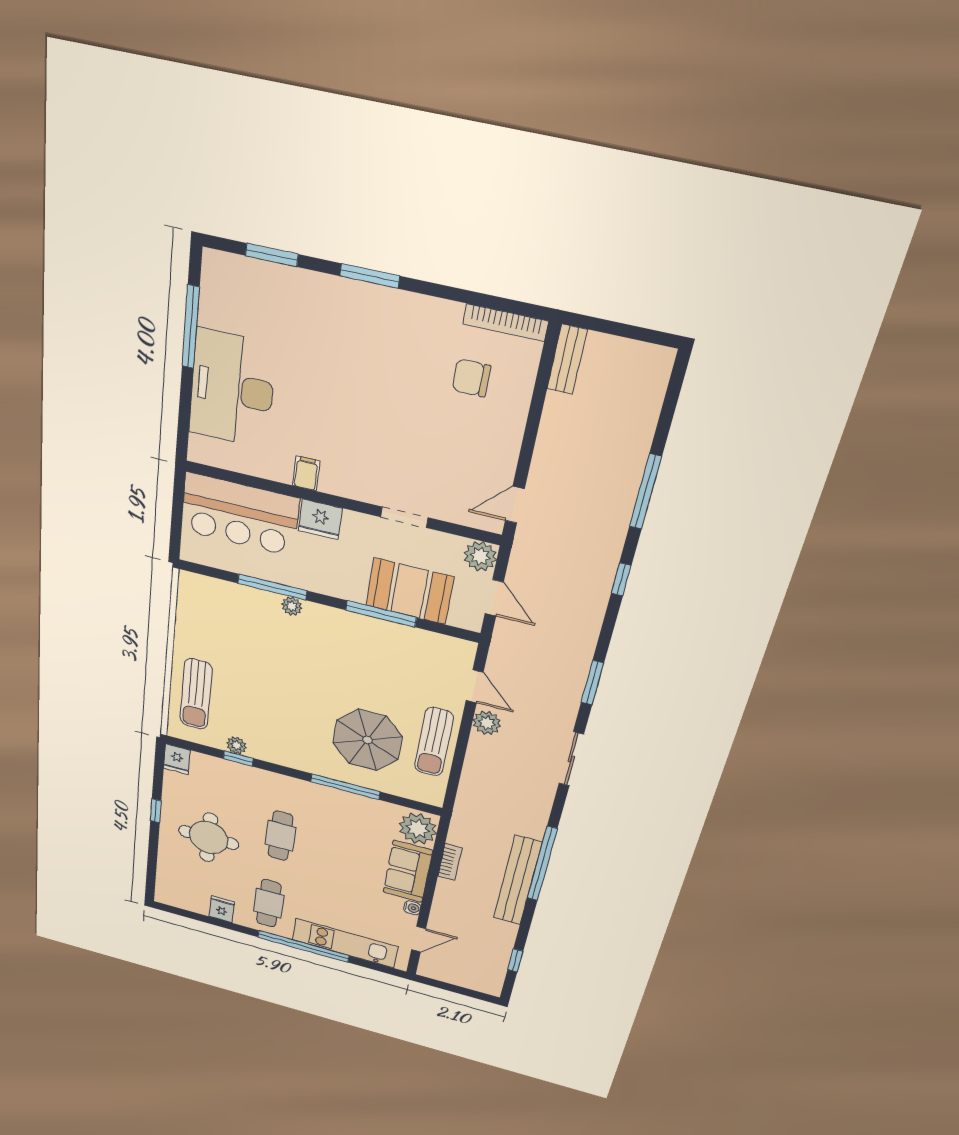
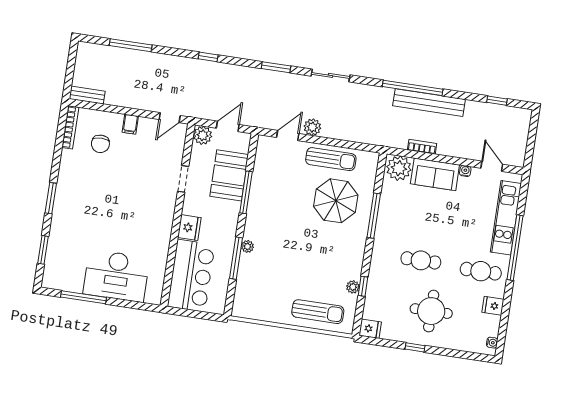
filing cabinet: (306, 473) -> (130, 124), moved, turned -90
window: (645, 492) -> (131, 45), moved
door: (515, 505) -> (170, 118), hinge flipped
water cooler: (172, 900) -> (492, 343), added

